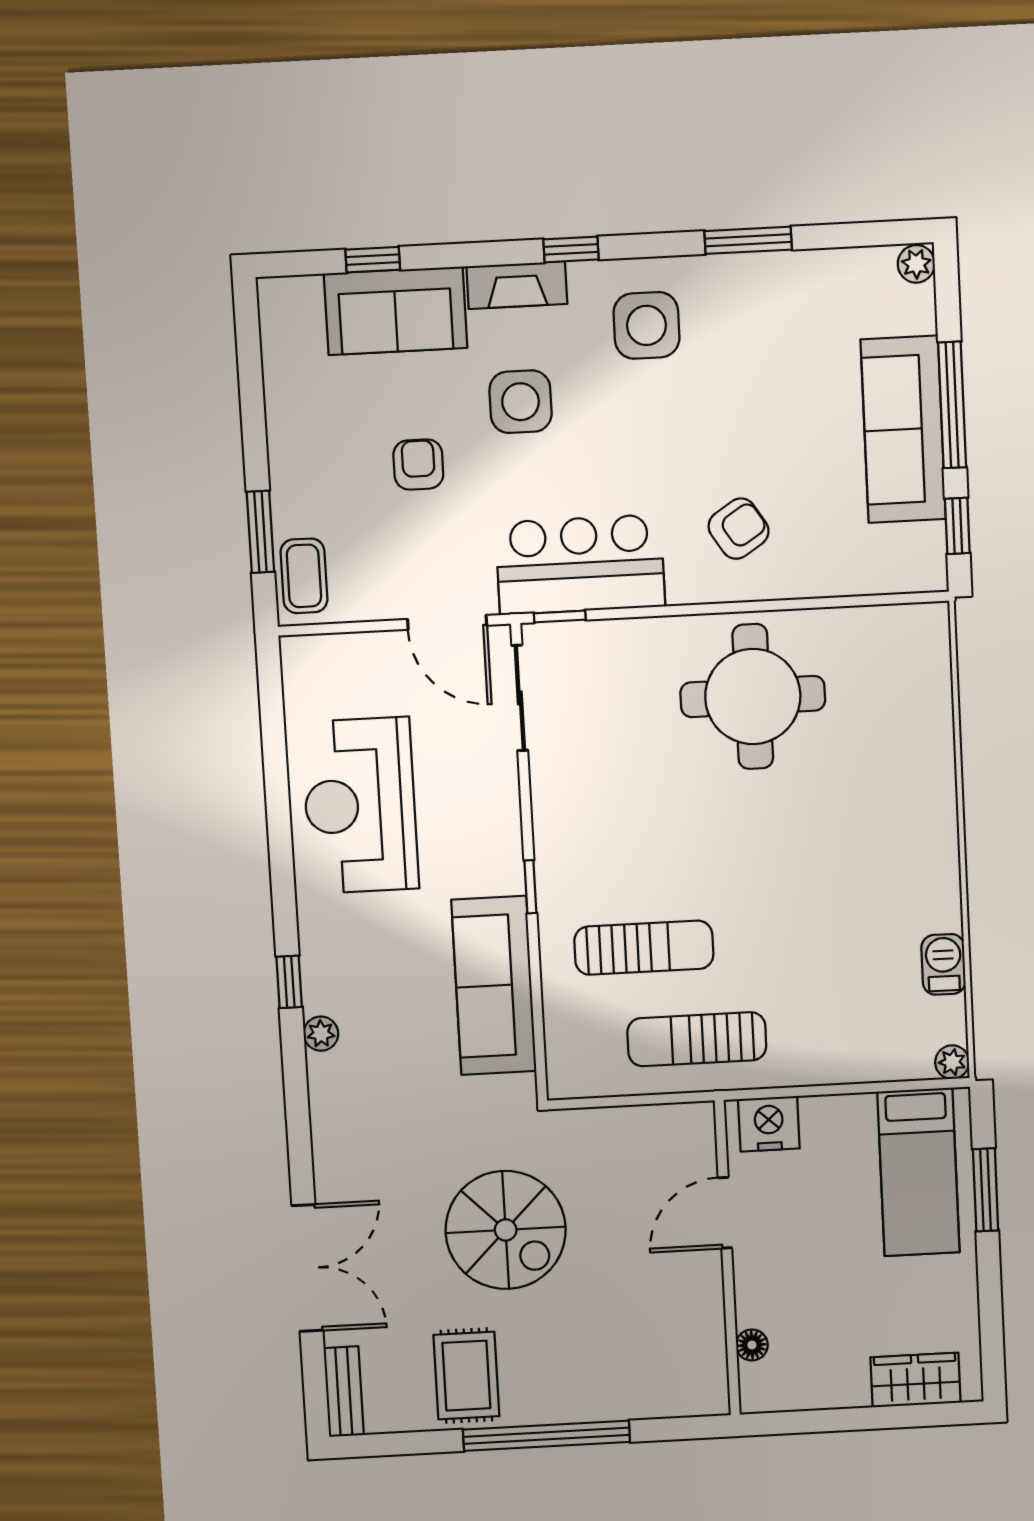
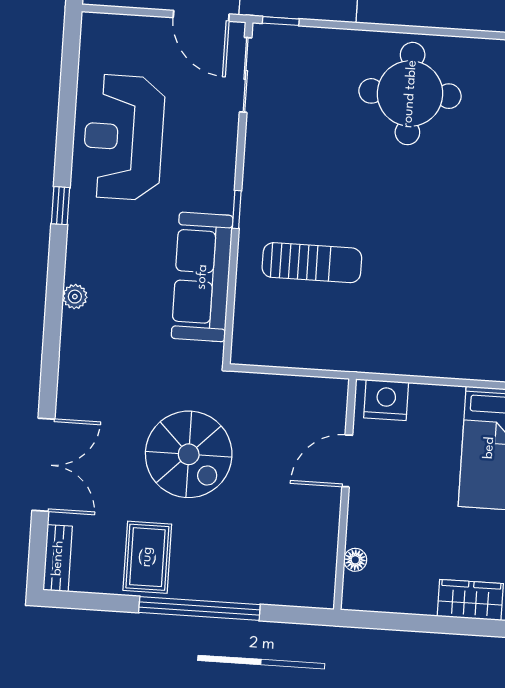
window: (289, 982) -> (61, 206), moved
sun lounger: (697, 1039) -> (342, 333), removed

